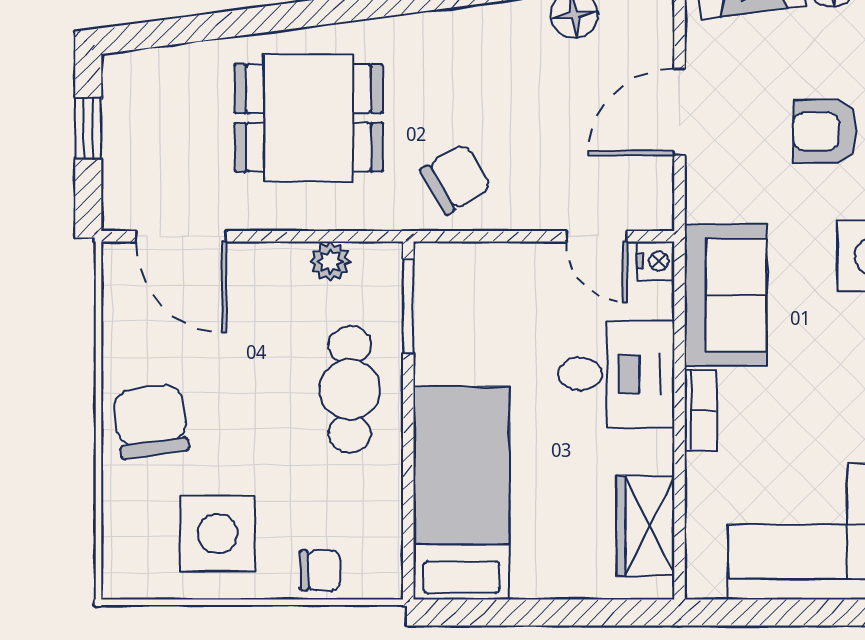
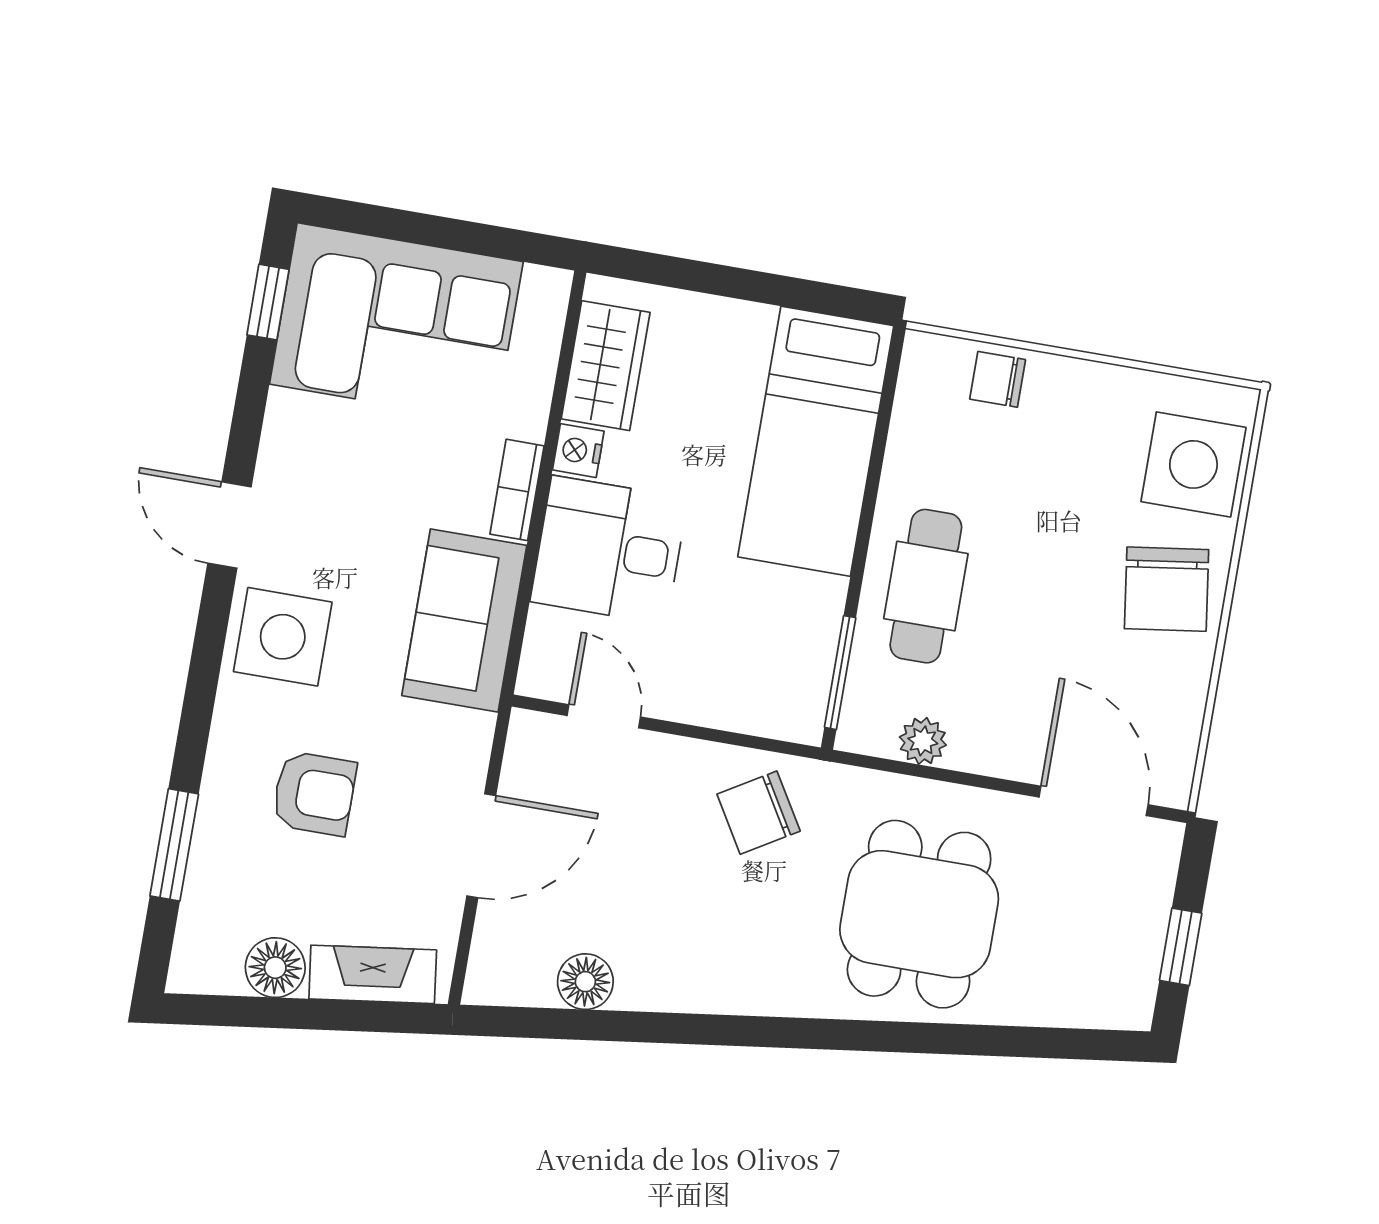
dining table: (309, 118) -> (919, 914), turned 90
nightstand: (656, 261) -> (578, 451), moved
side table: (218, 534) -> (1193, 464), moved

